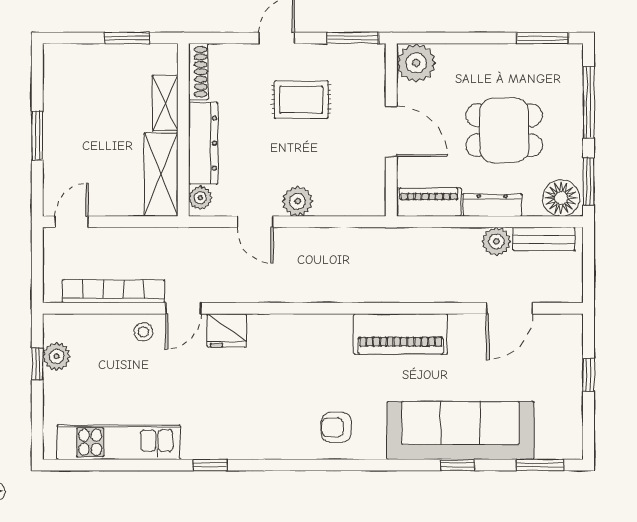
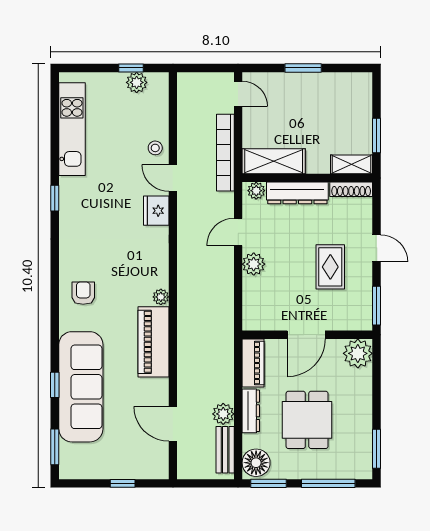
shelving: (165, 103) -> (352, 164), moved
bookcase: (113, 291) -> (225, 153), moved, turned 180
plant: (341, 324) -> (161, 297), added

